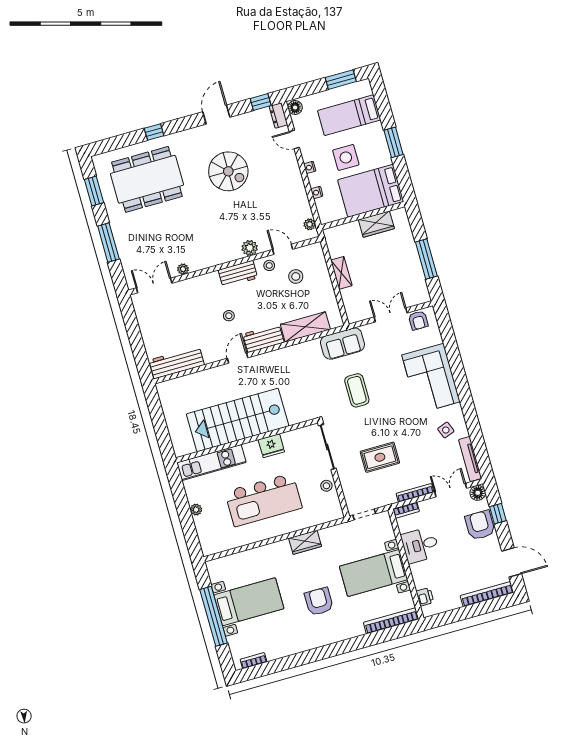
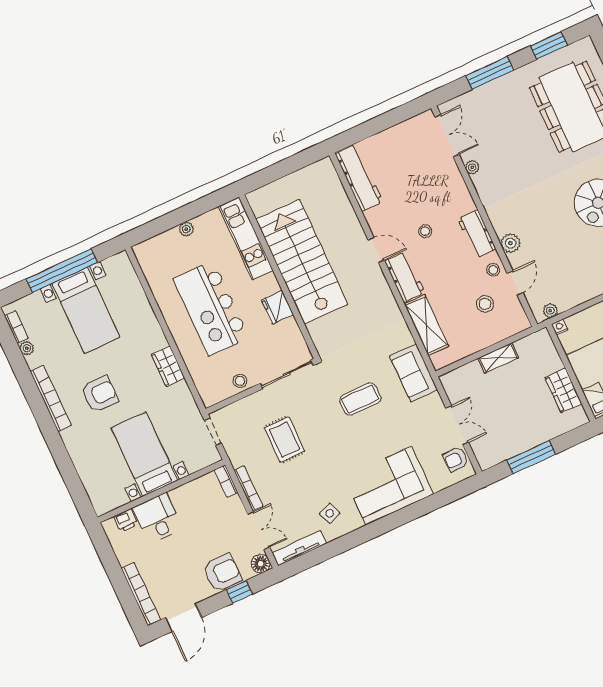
nightstand: (317, 192) -> (560, 327), moved
desk: (420, 545) -> (158, 518), moved
bookcase: (391, 621) -> (51, 398), moved
plant: (272, 655) -> (27, 348), added

